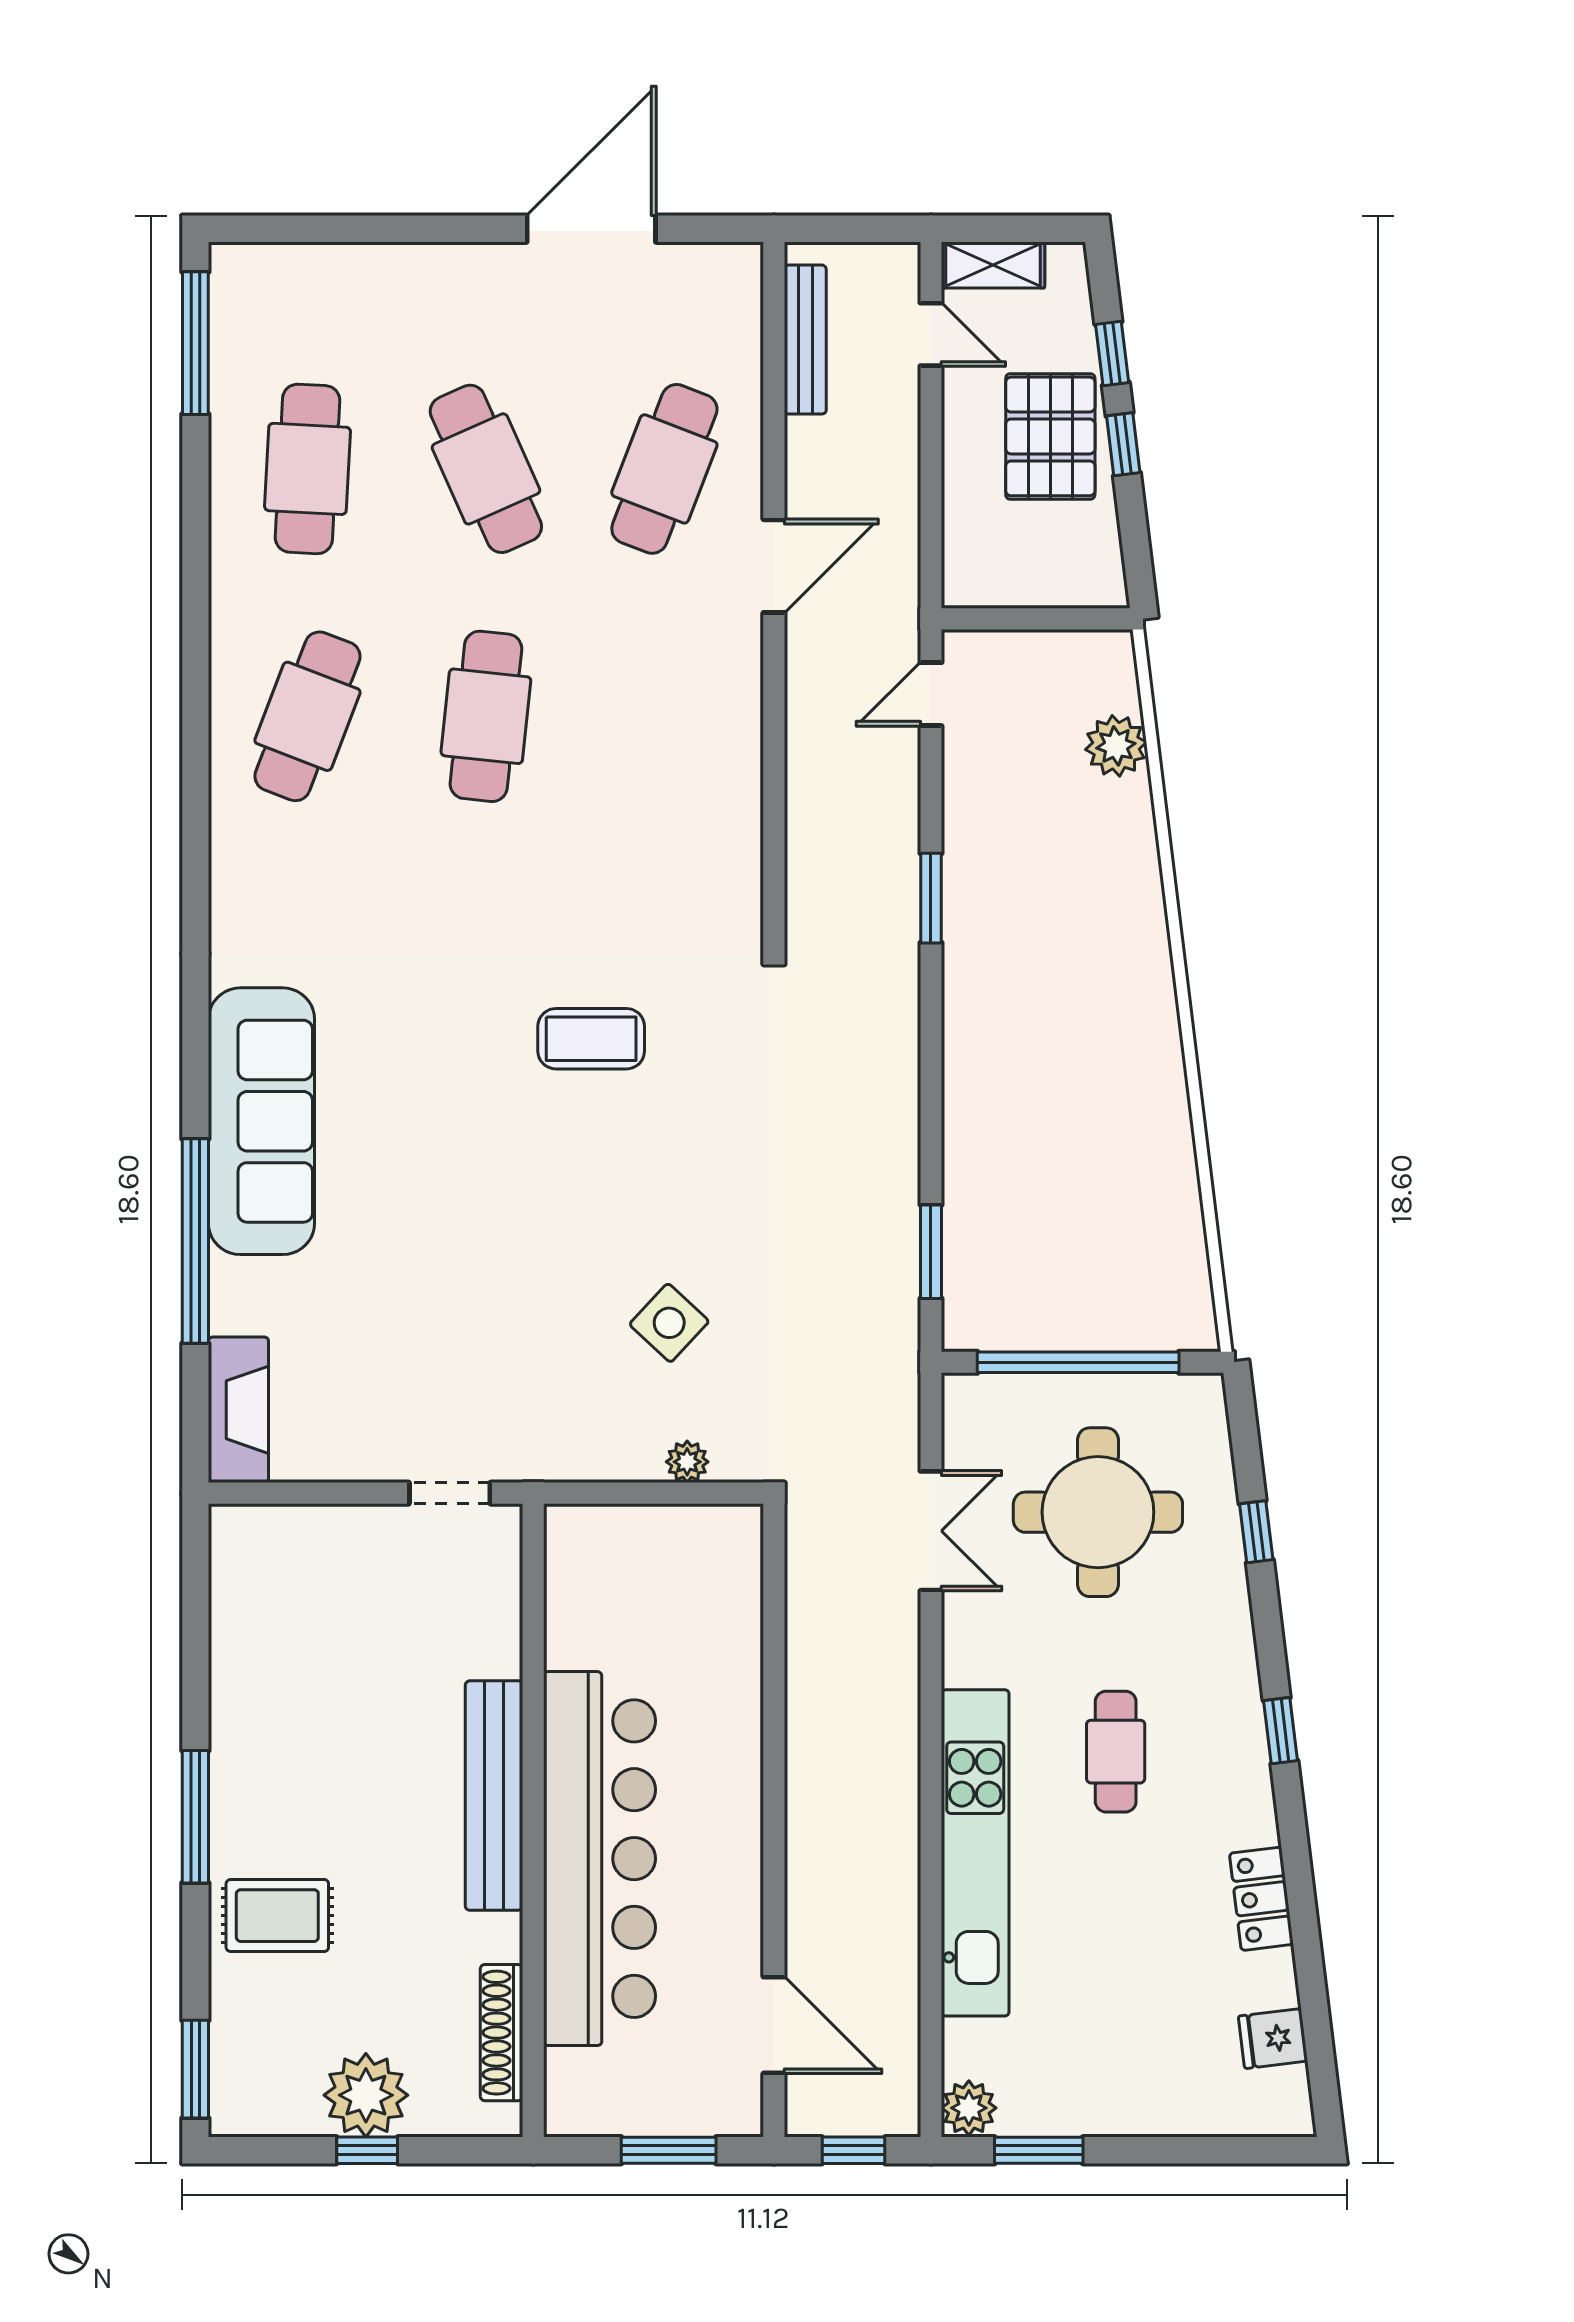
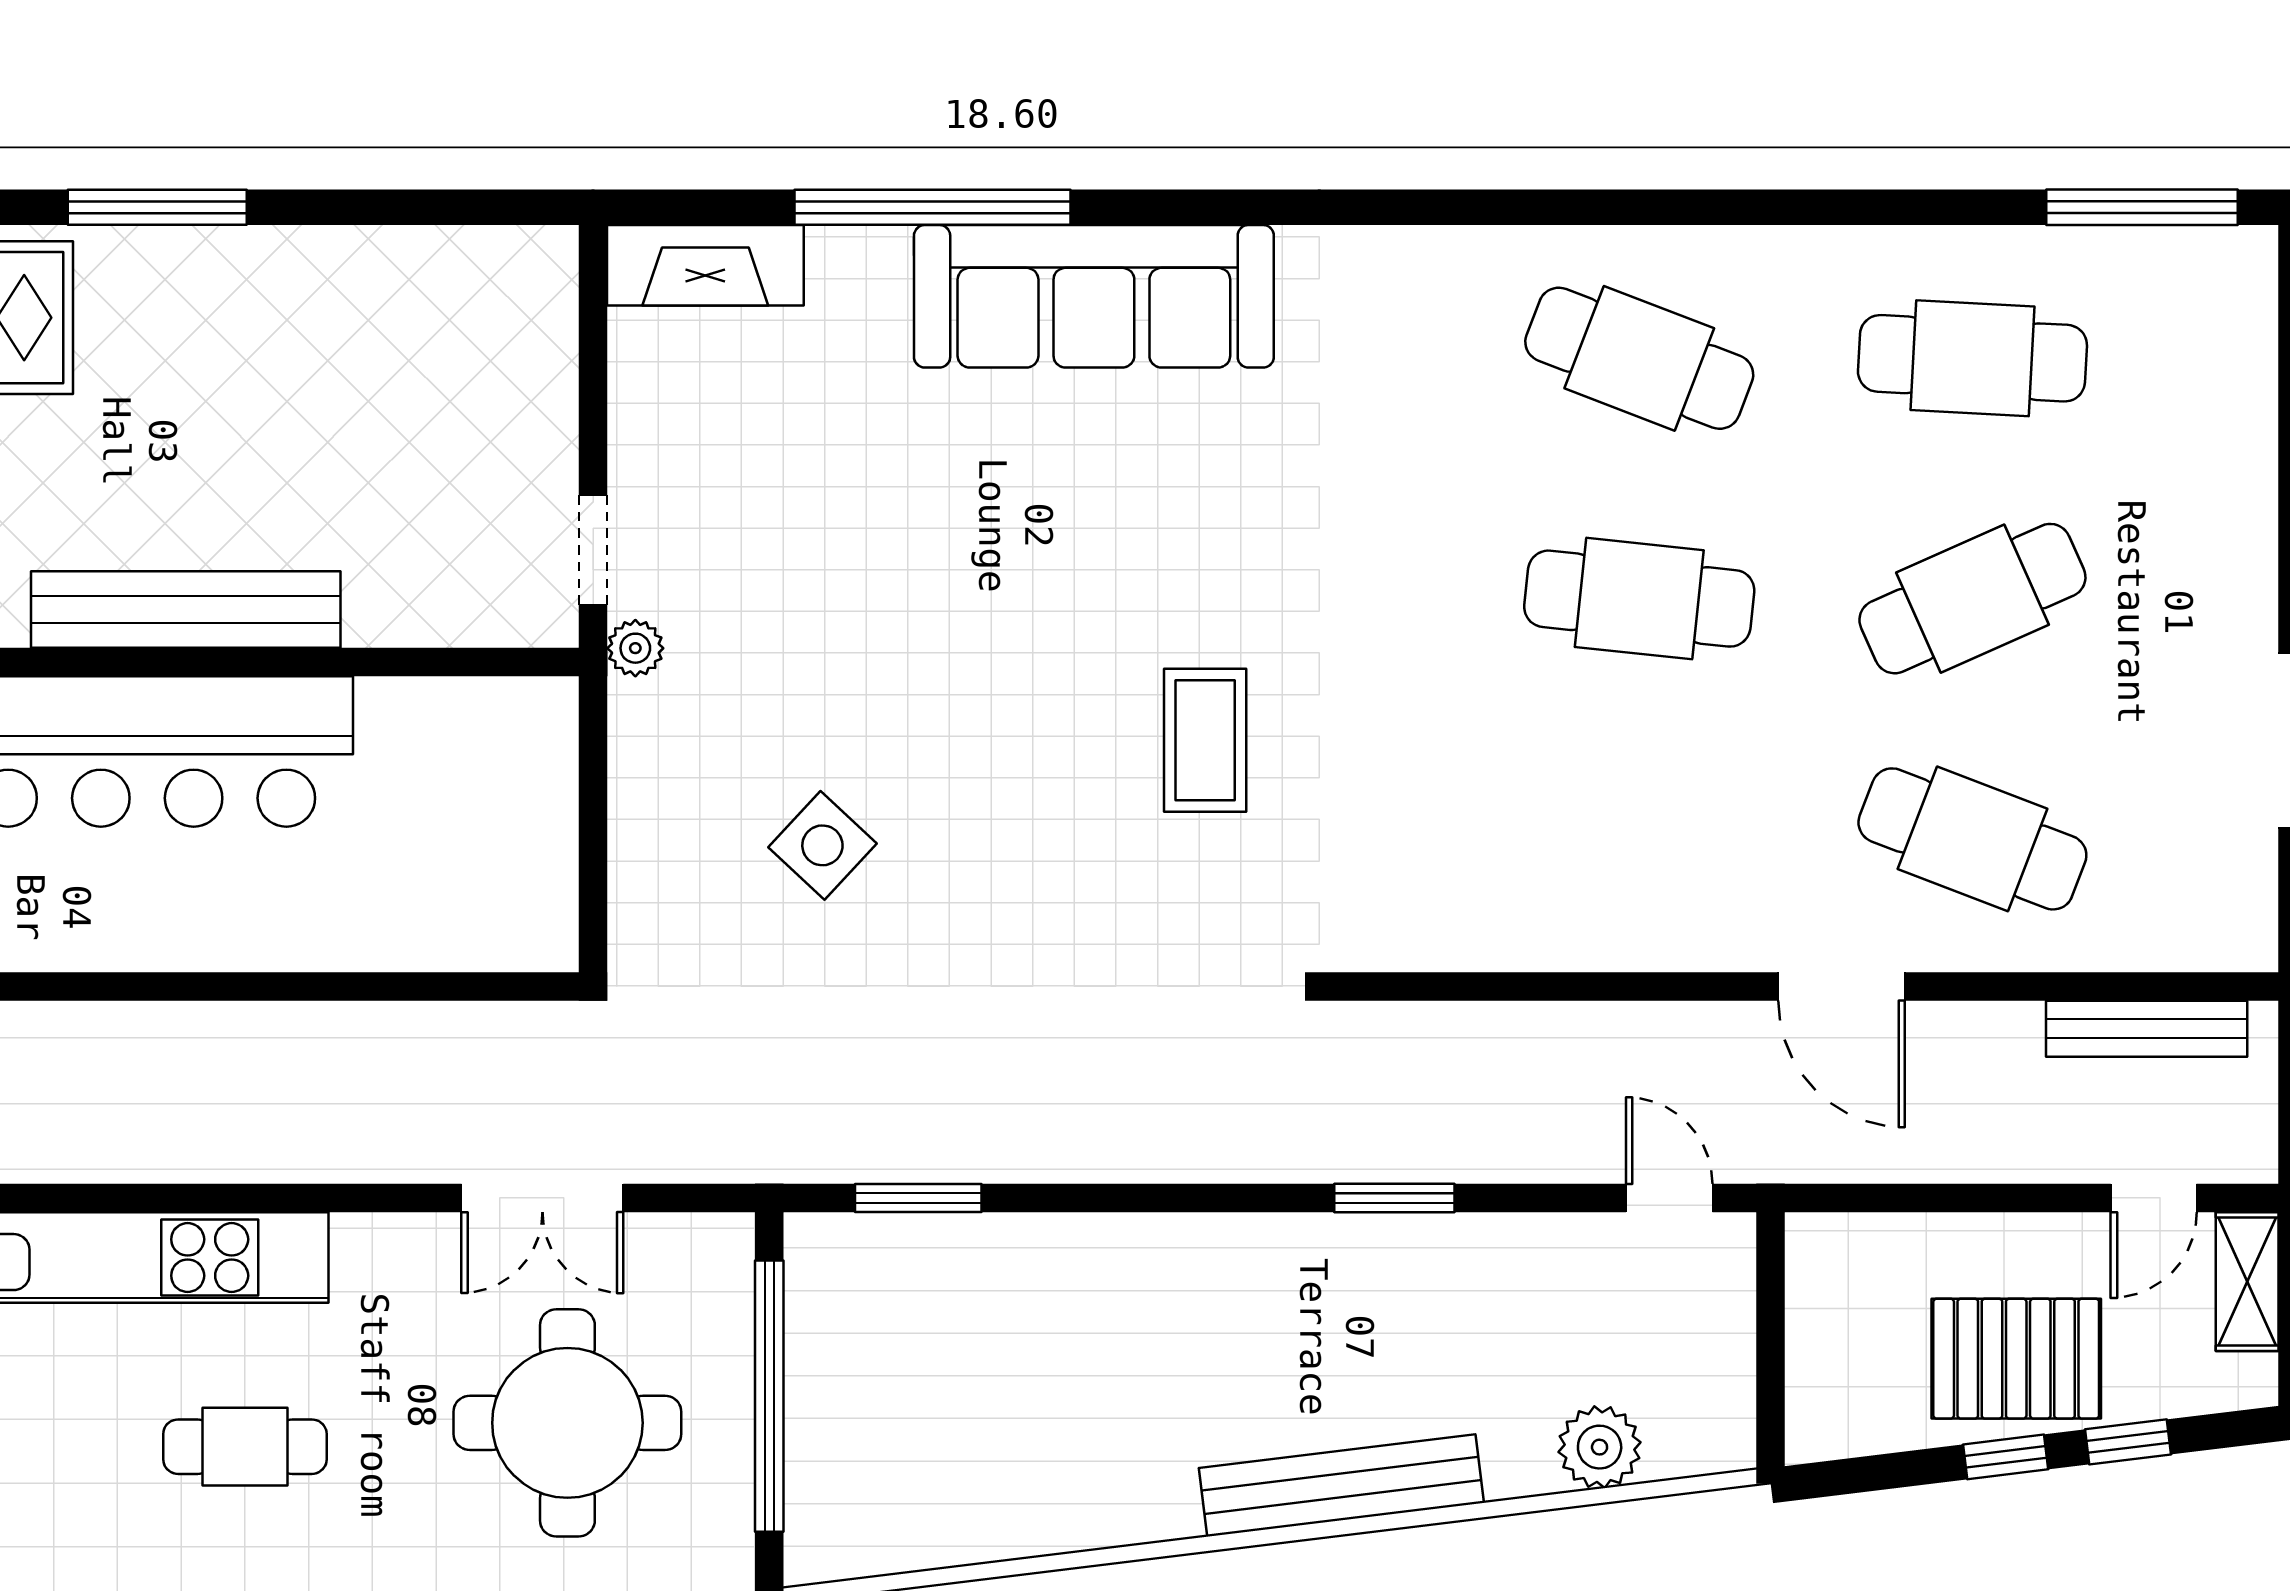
bench: (1144, 937) -> (1341, 1485), added
plant: (687, 1462) -> (635, 648), moved

